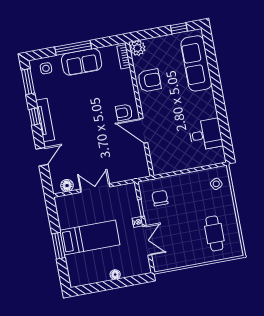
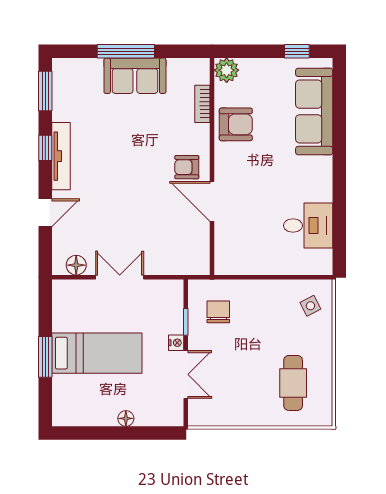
bookcase: (124, 57) -> (202, 104), moved
side table: (46, 68) -> (77, 75), removed

